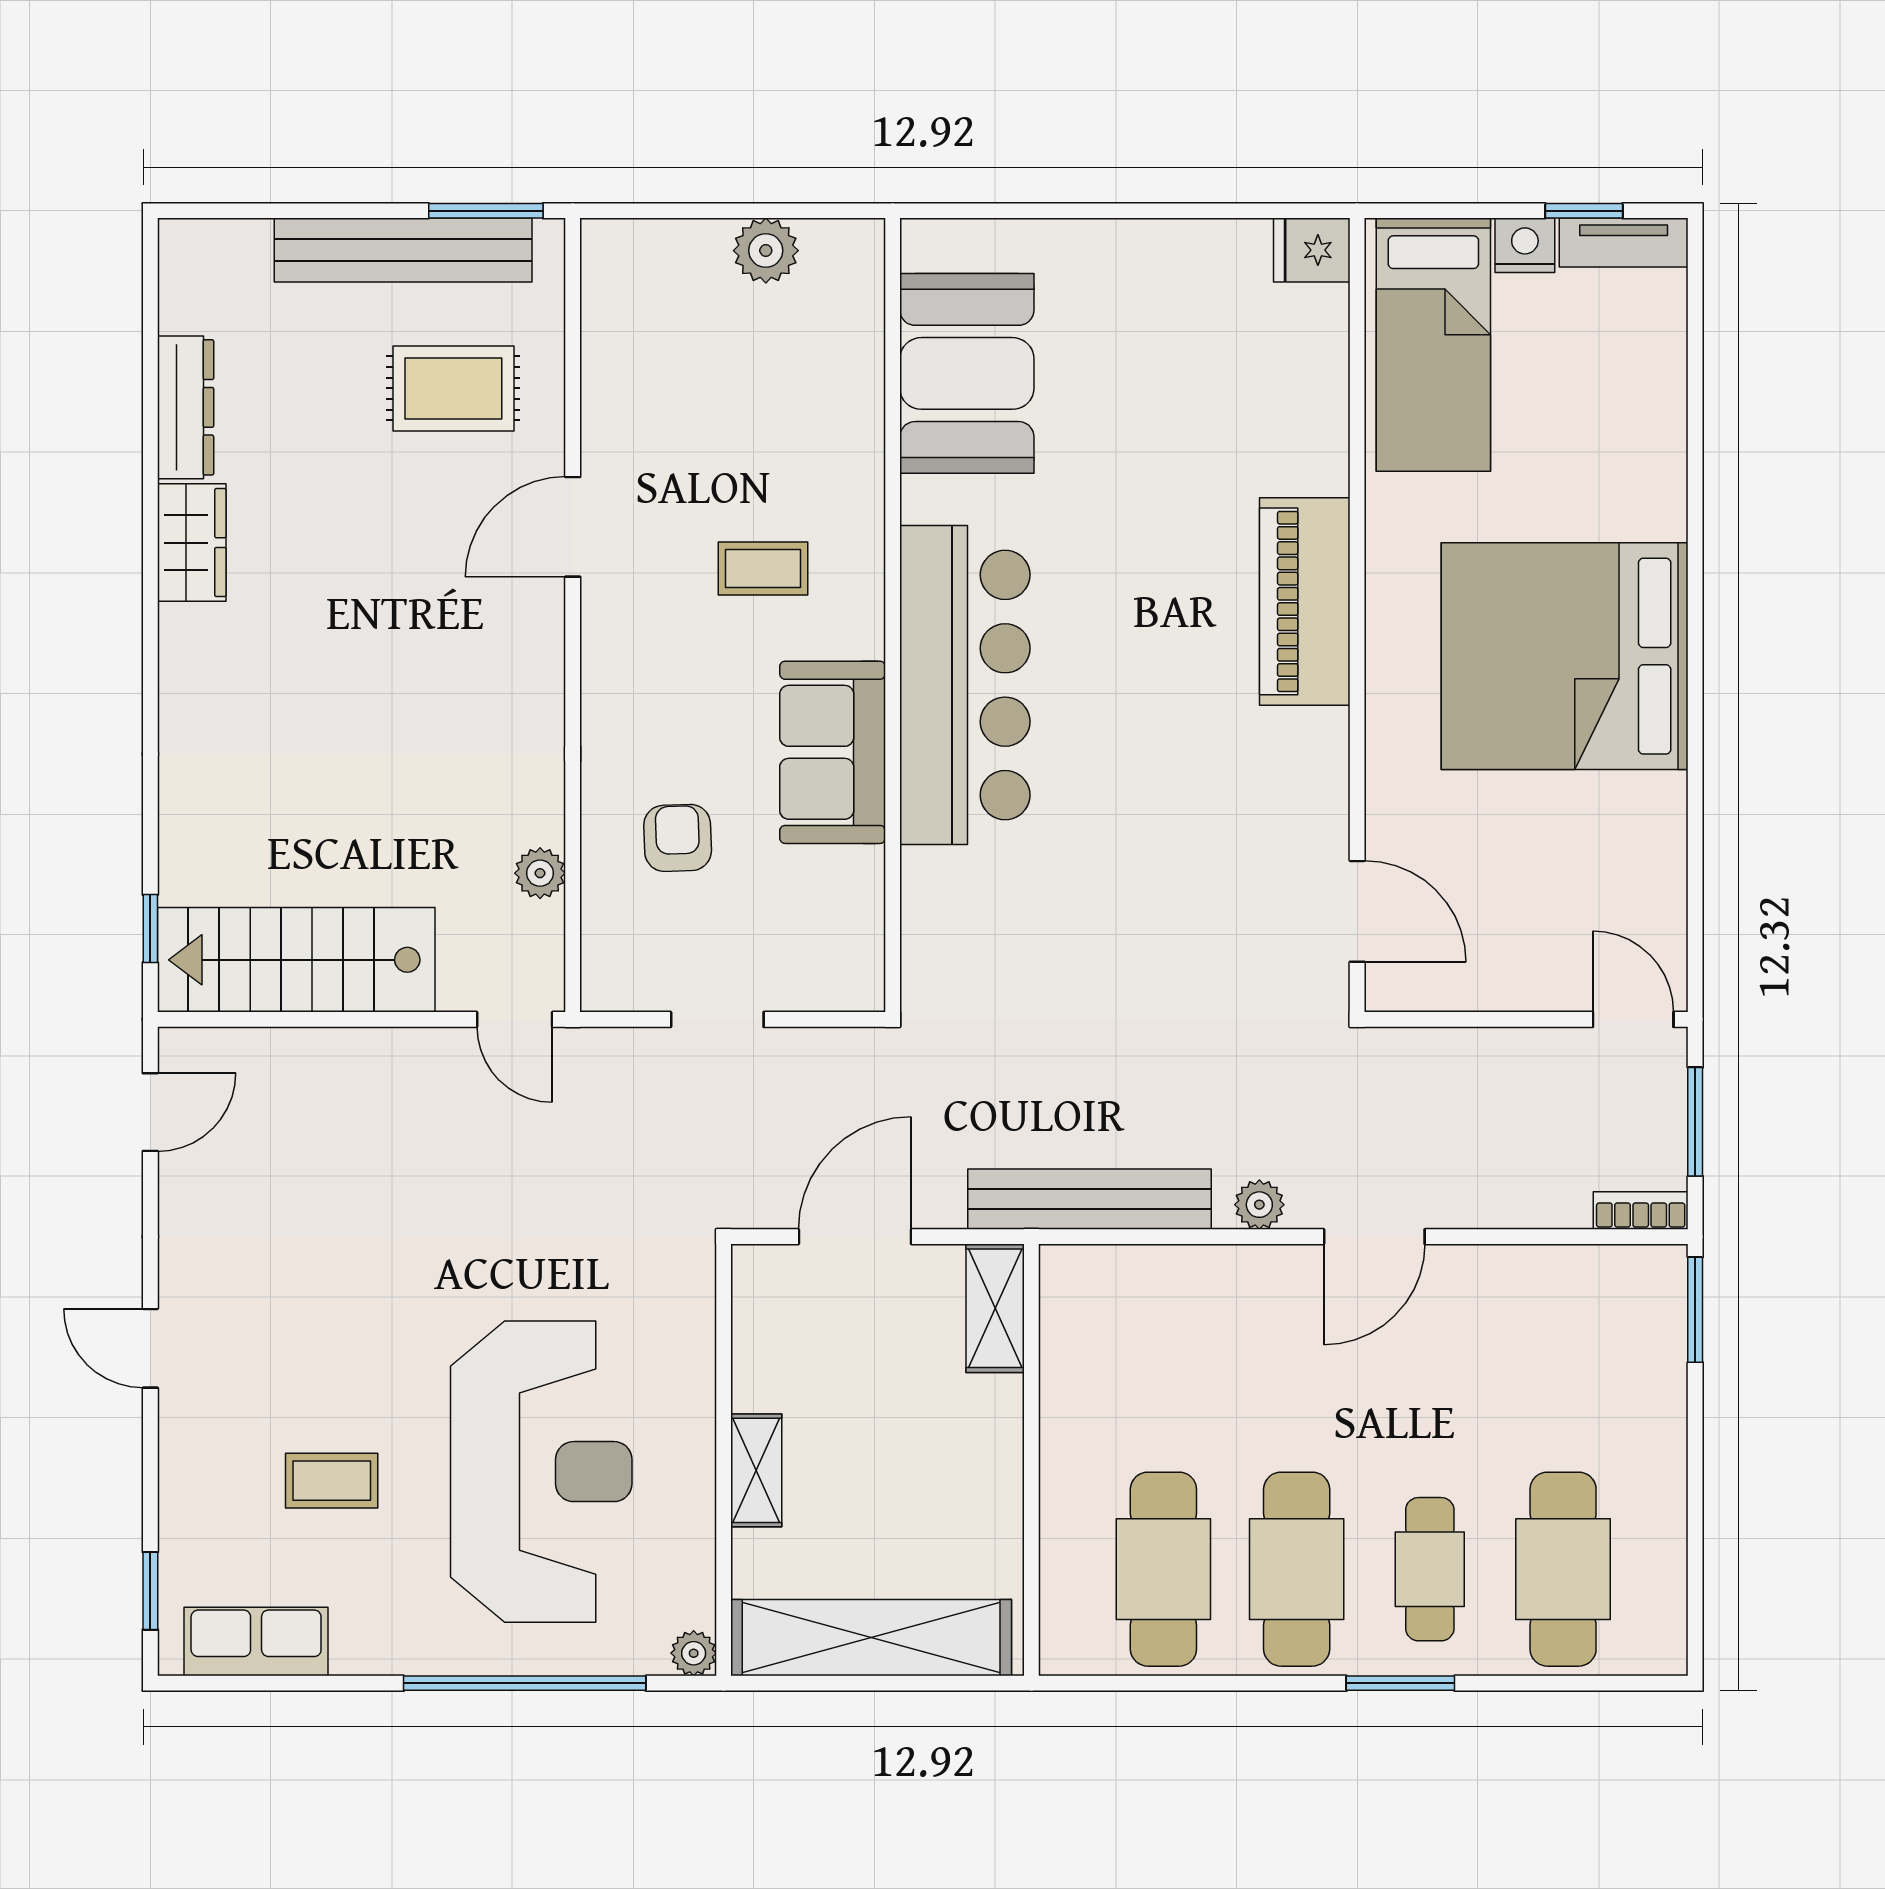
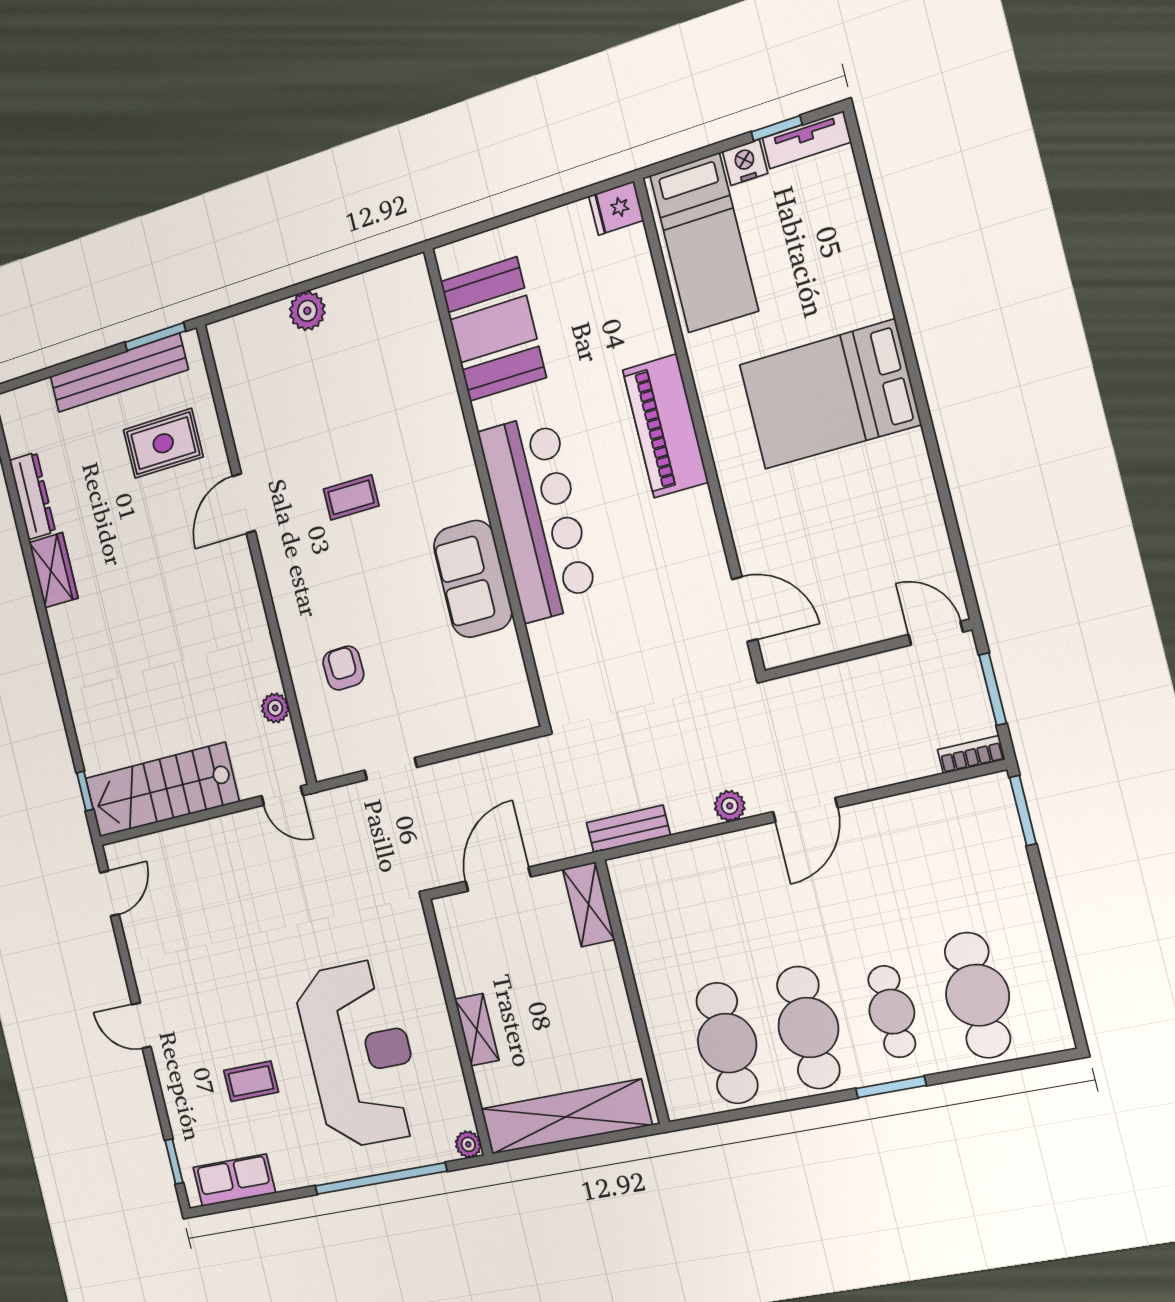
booth: (967, 373) -> (493, 329), moved
wall: (893, 615) -> (487, 487), moved
bed: (1565, 656) -> (830, 395), width x0.73
bar counter: (965, 685) -> (538, 517), moved
sofa: (833, 752) -> (473, 579), moved
bench: (1089, 1199) -> (628, 829), width x0.54, depth x0.82

